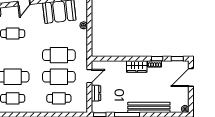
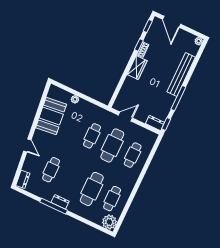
cafe table: (59, 55) -> (92, 136), width x0.73, depth x0.74
door: (89, 76) -> (125, 116), hinge flipped
dresser: (96, 93) -> (155, 123), moved

